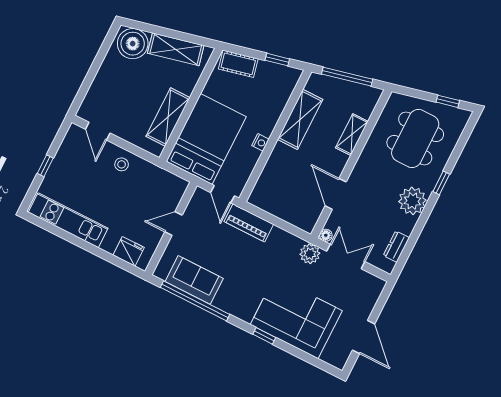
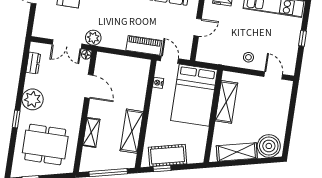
cot: (238, 64) -> (168, 155), moved, width x1.37, depth x1.34
dining table: (415, 138) -> (45, 145), turned 90
nightstand: (260, 142) -> (158, 83), moved

